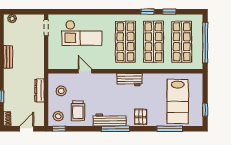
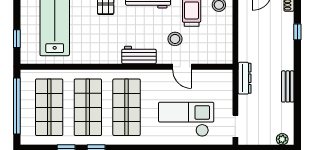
workbench: (129, 80) -> (139, 55), moved
dresser: (39, 90) -> (245, 78), moved
stool: (61, 91) -> (175, 39), moved
window: (205, 110) -> (17, 39), moved

